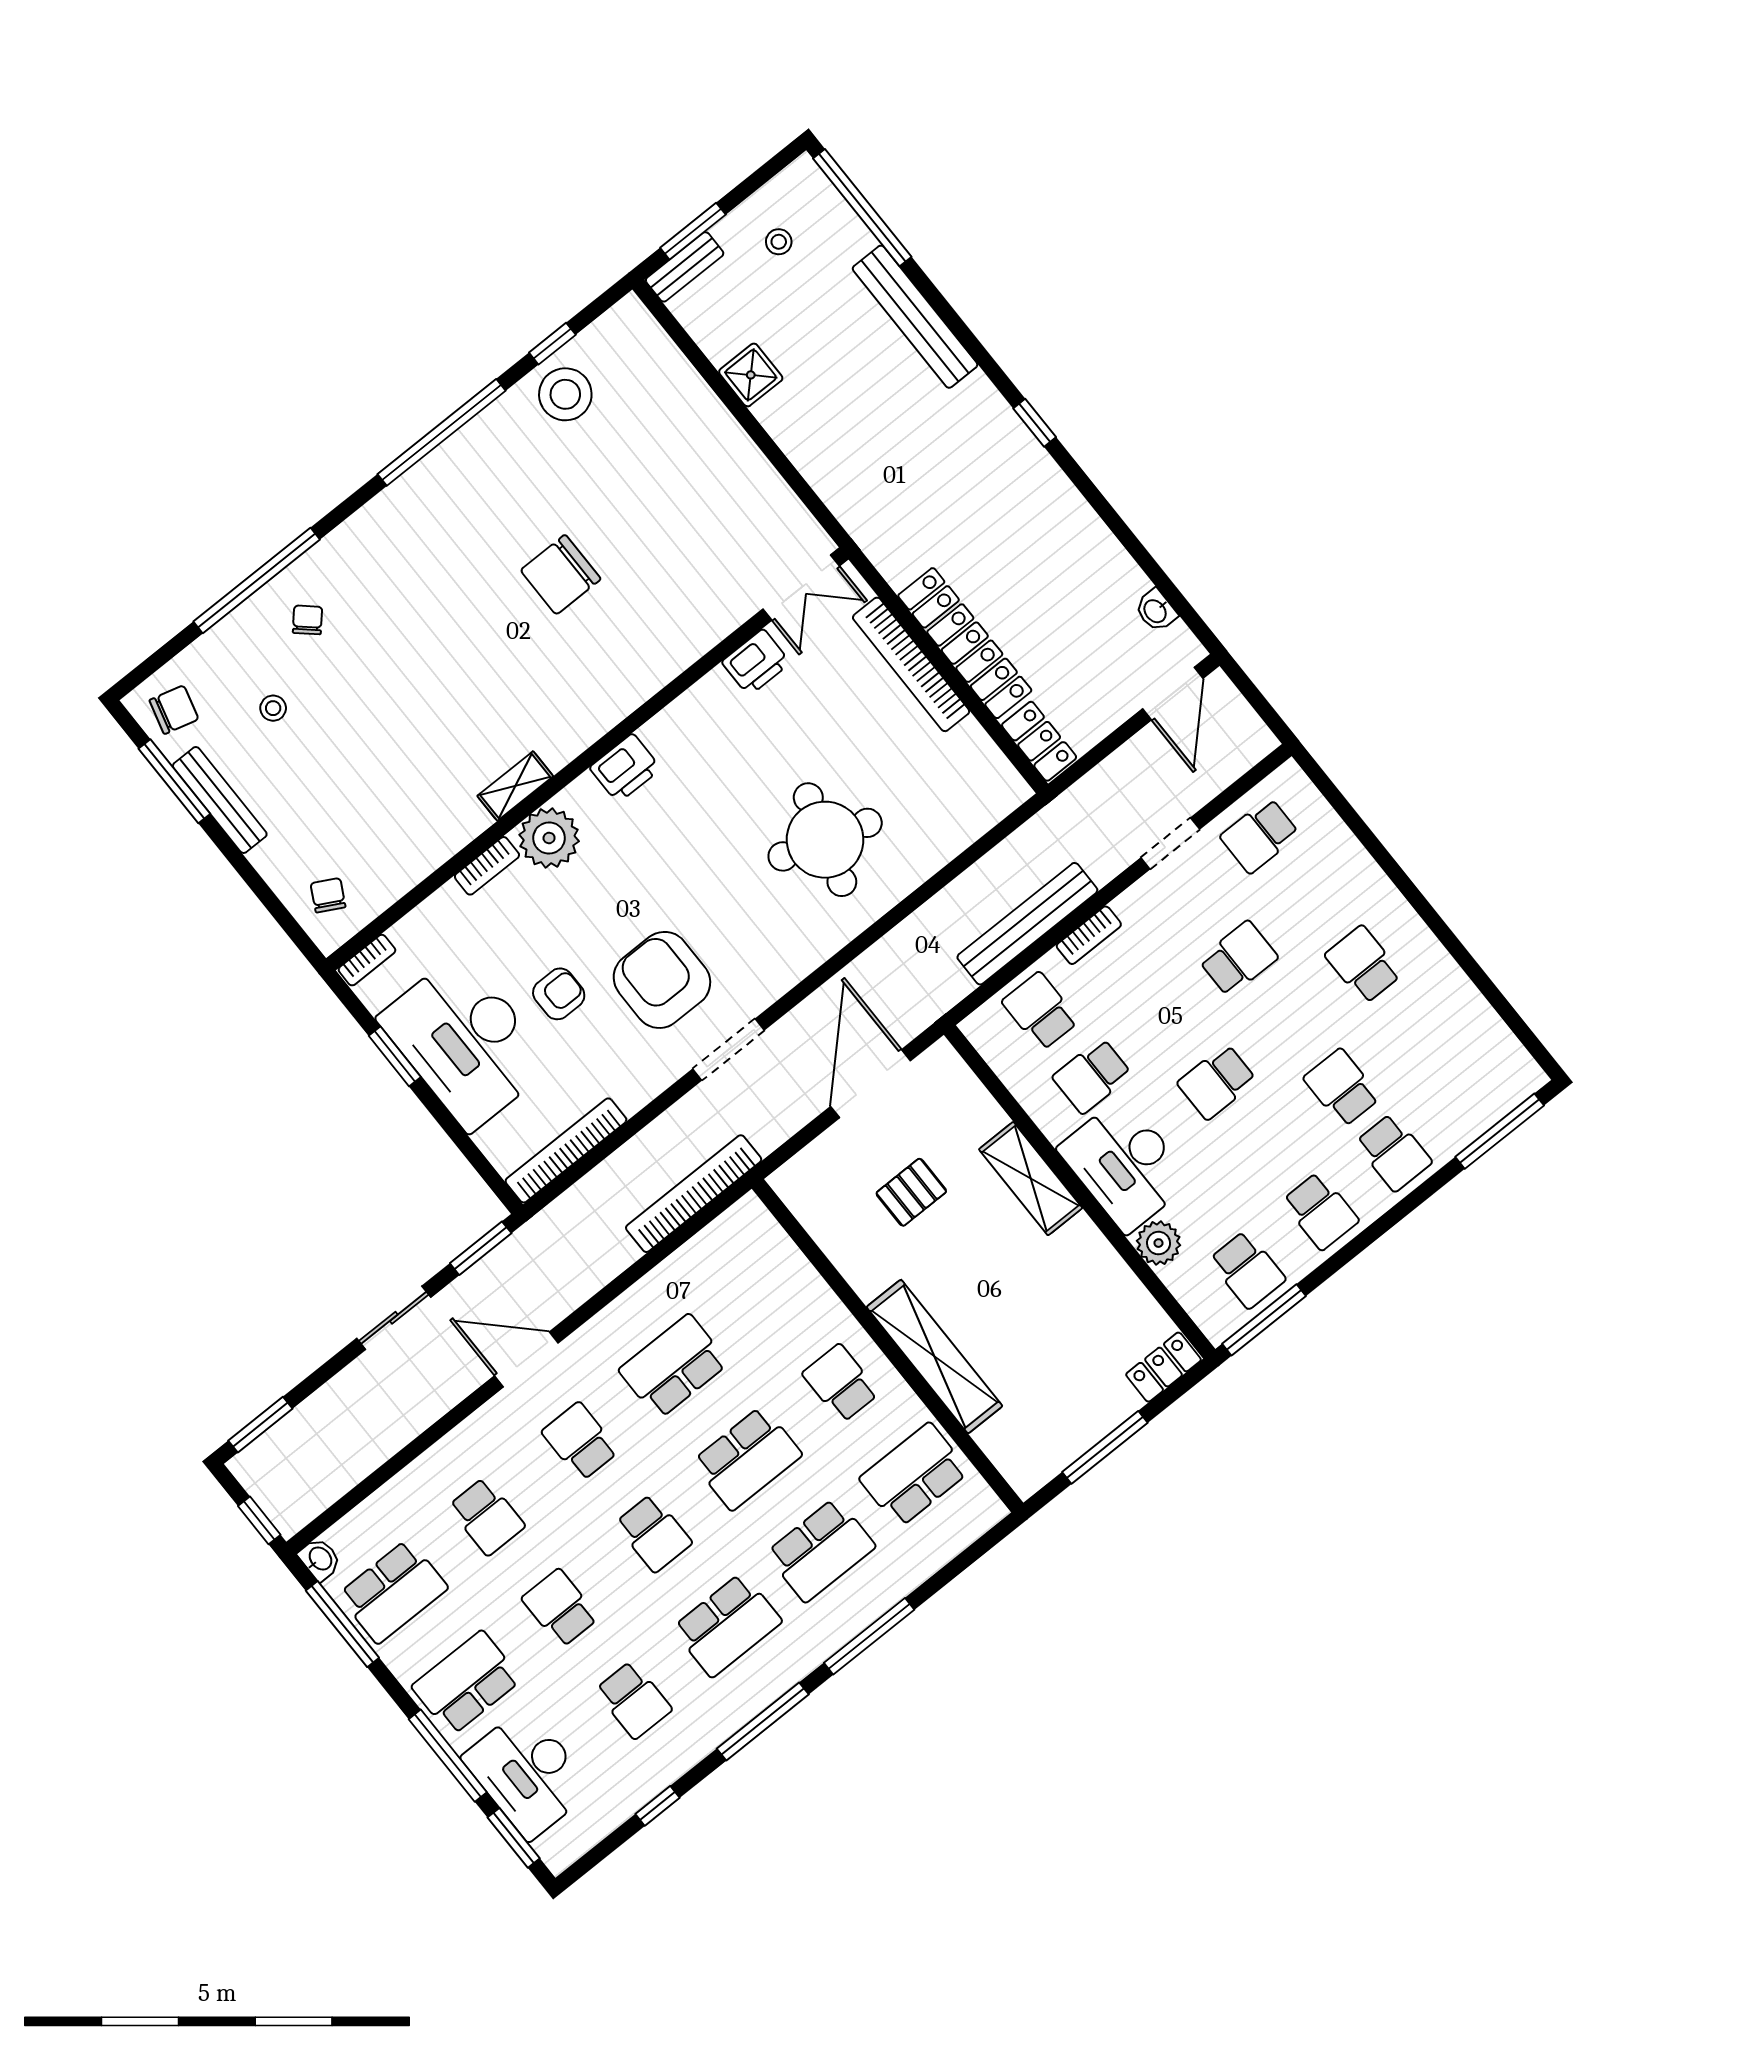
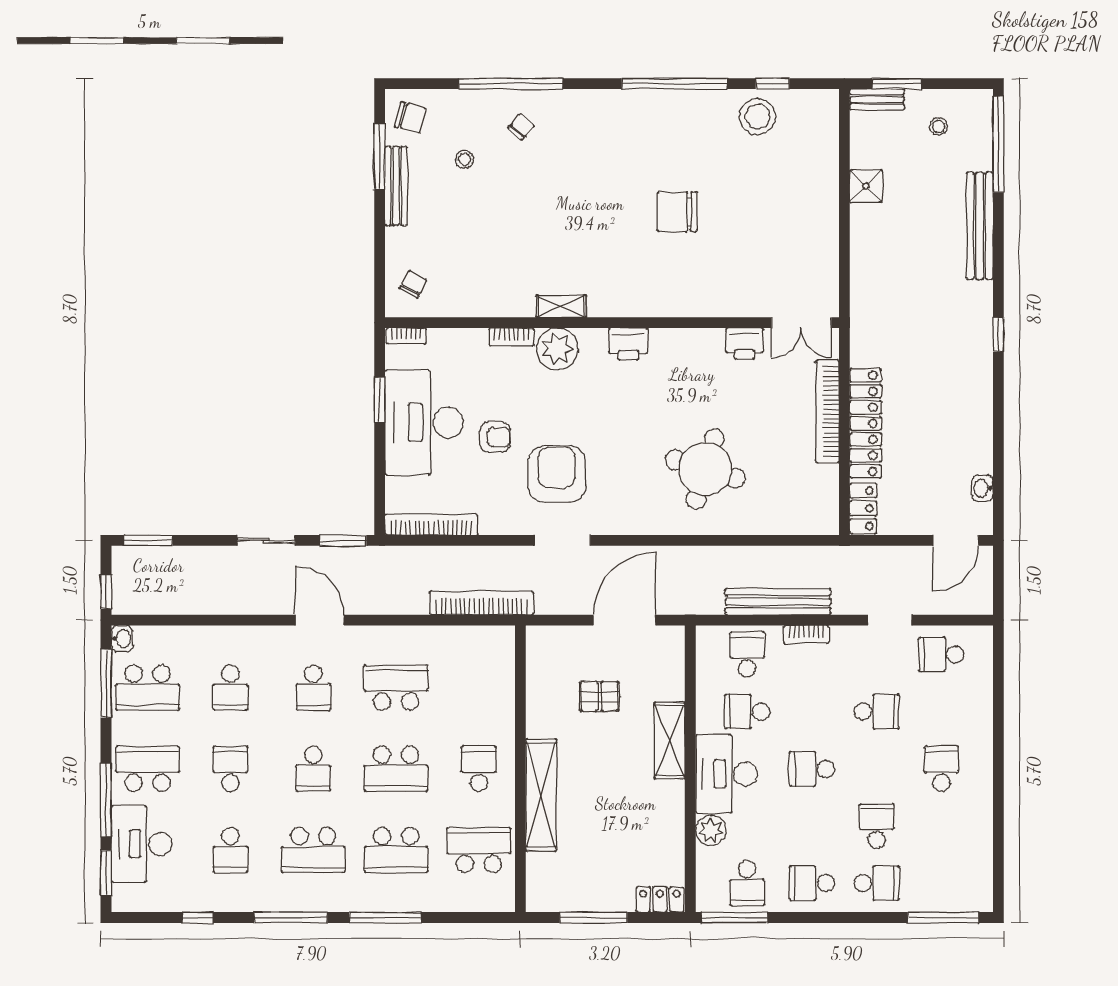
school desk: (1394, 1152) -> (877, 883), turned -90
school desk: (1320, 1211) -> (812, 883), turned 90
school desk: (580, 1441) -> (313, 688), turned 180

